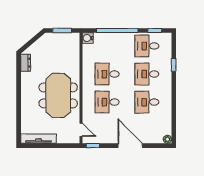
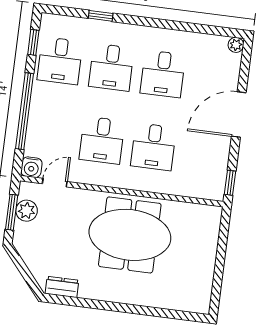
plant: (64, 38) -> (27, 211), added
door: (81, 130) -> (55, 183), moved
tv unit: (38, 139) -> (204, 281), removed

